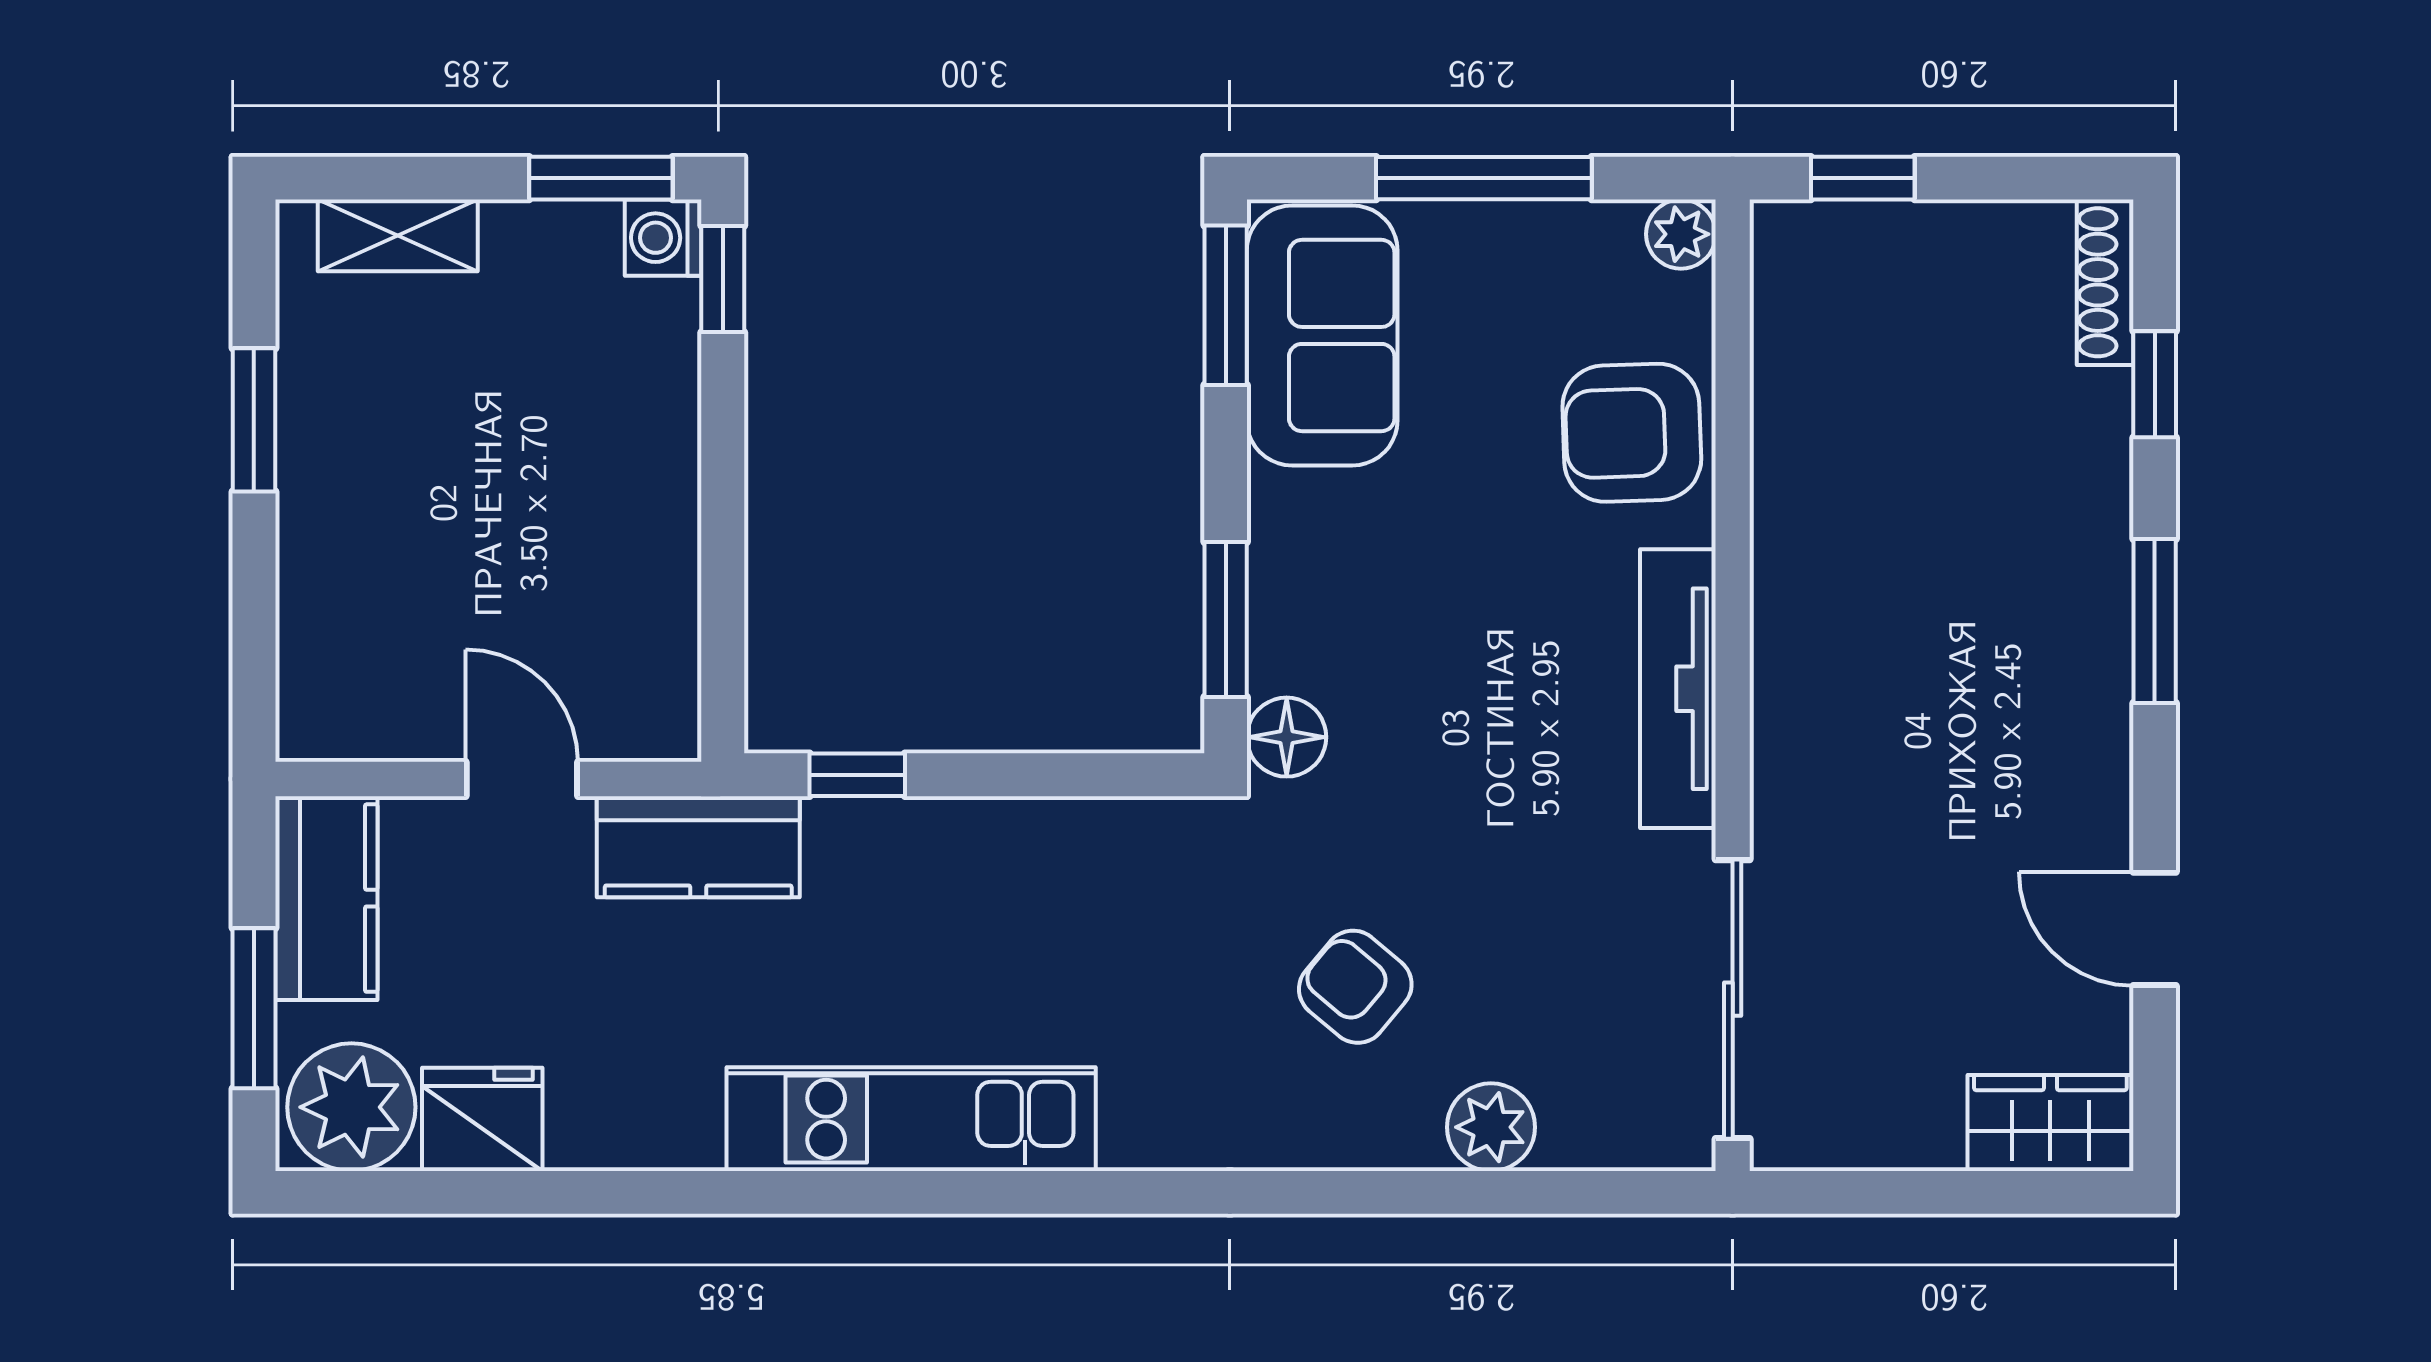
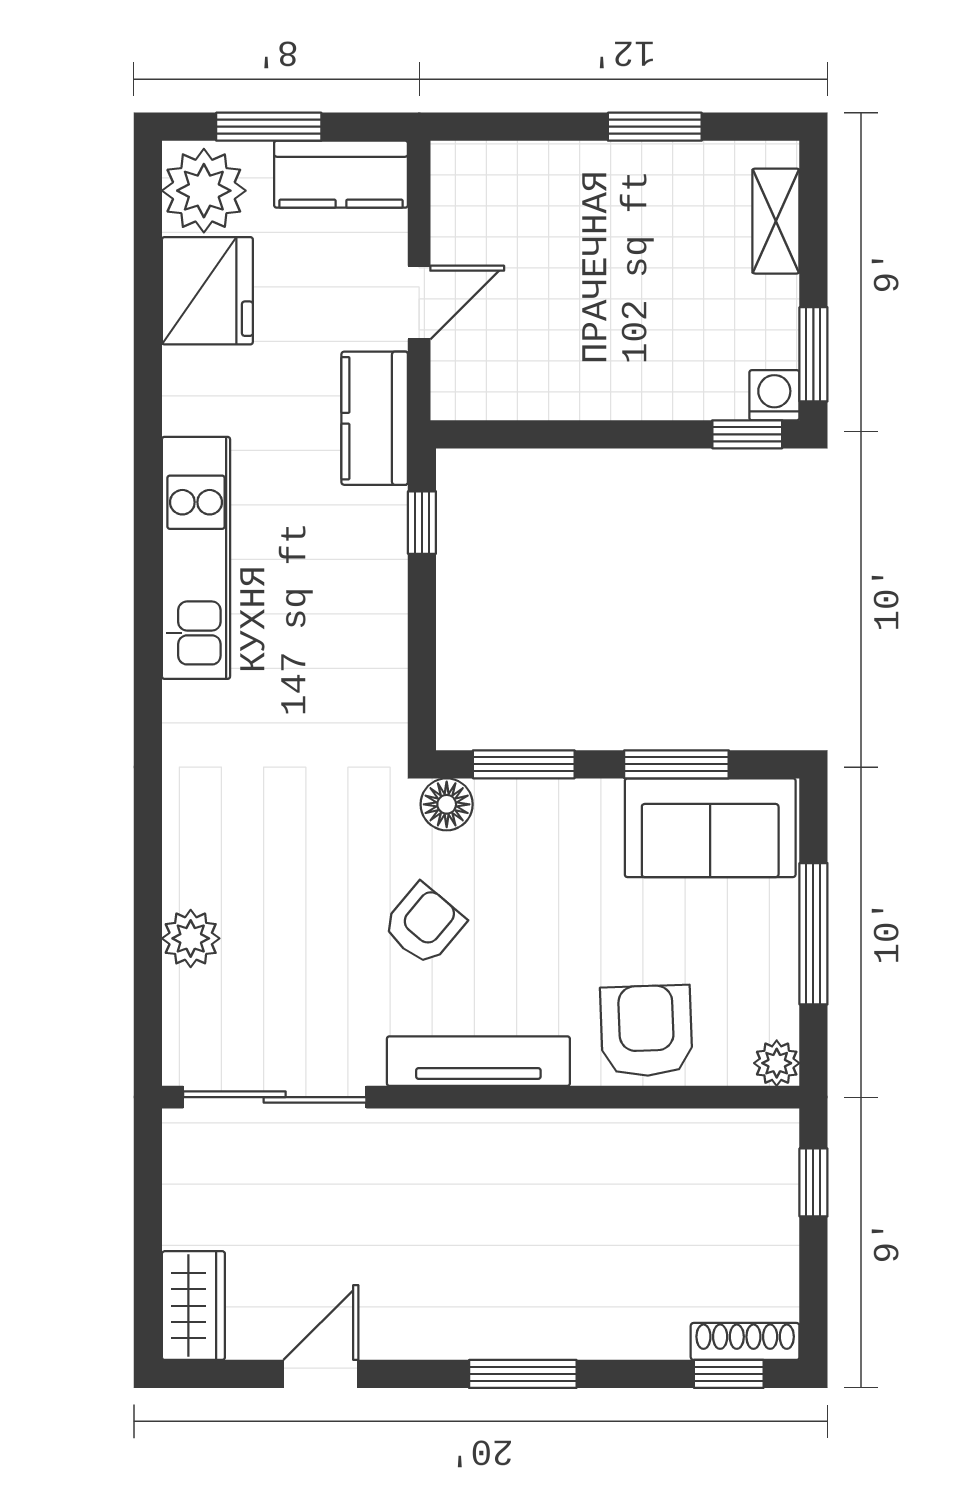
window: (1226, 305) -> (676, 764), moved
window: (2155, 384) -> (729, 1374), moved
armchair: (1355, 987) -> (424, 924), moved
fridge: (482, 1119) -> (207, 291), width x1.36, depth x1.34

